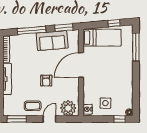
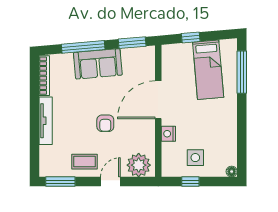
window: (114, 23) -> (191, 38), moved
bed: (102, 38) -> (208, 70), moved, turned 85
sofa: (52, 41) -> (98, 64), moved
nightstand: (88, 109) -> (168, 134), moved
window: (120, 119) -> (190, 182), moved

